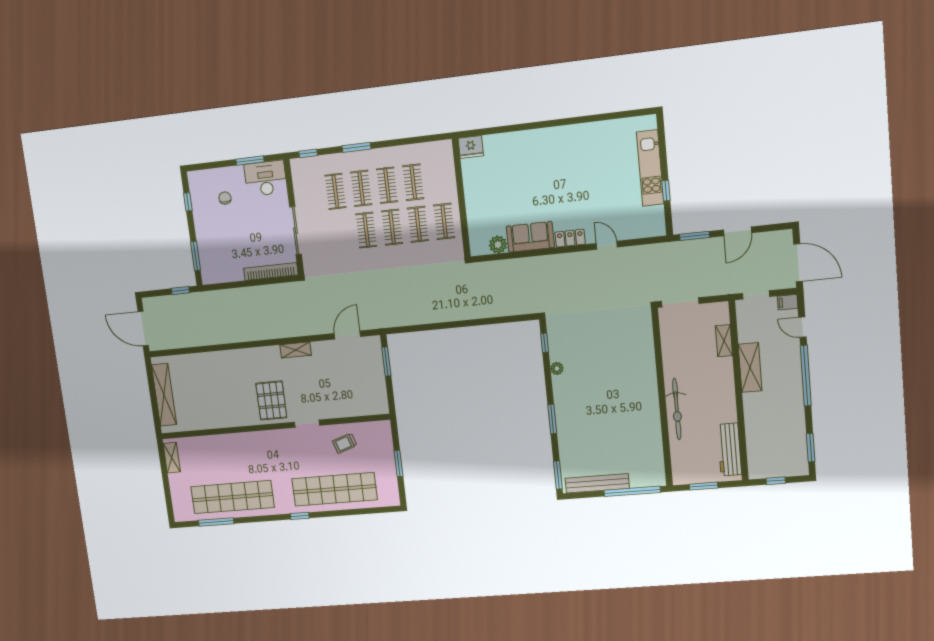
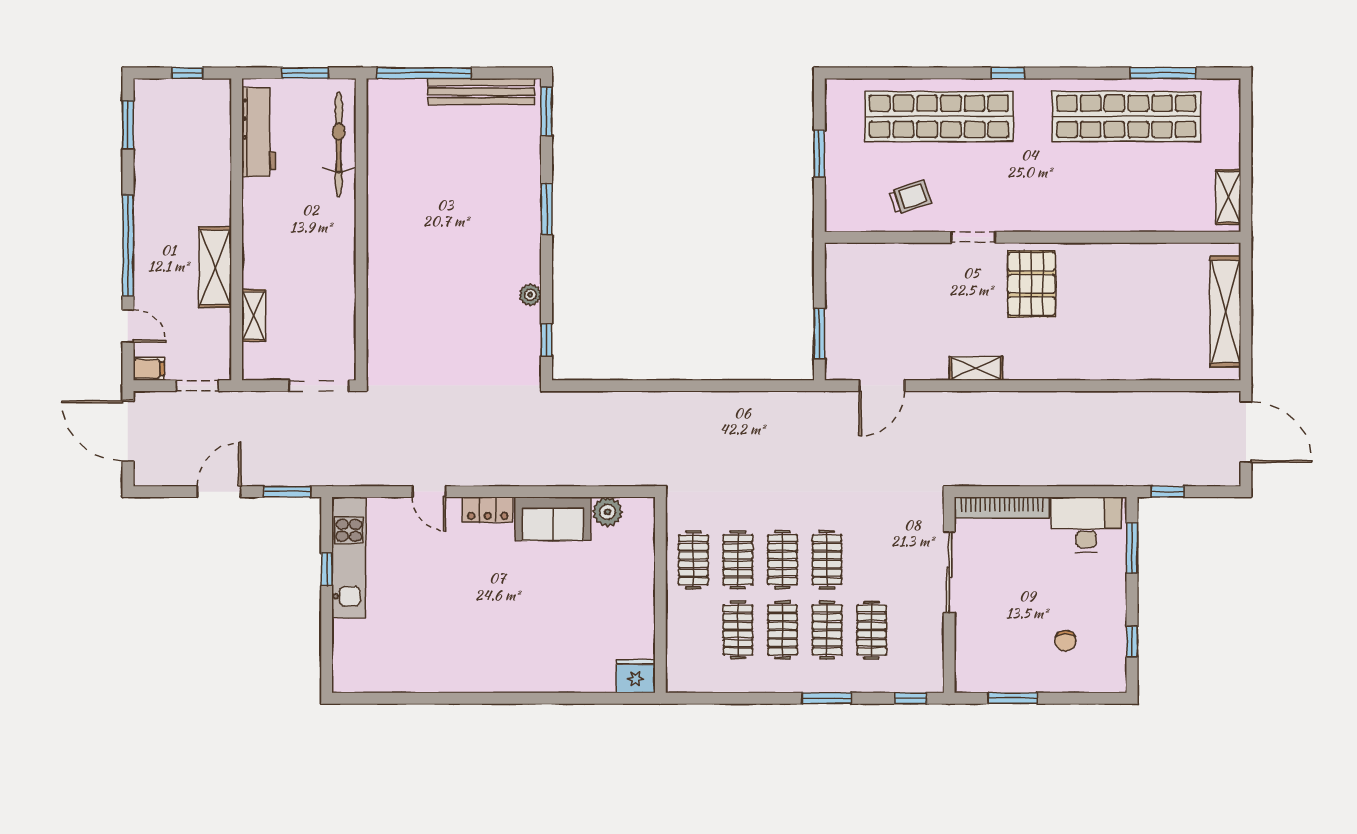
kitchen unit: (650, 168) -> (349, 558), moved
desk: (266, 178) -> (1086, 524), moved, turned 180
bicycle: (677, 409) -> (339, 144), moved

